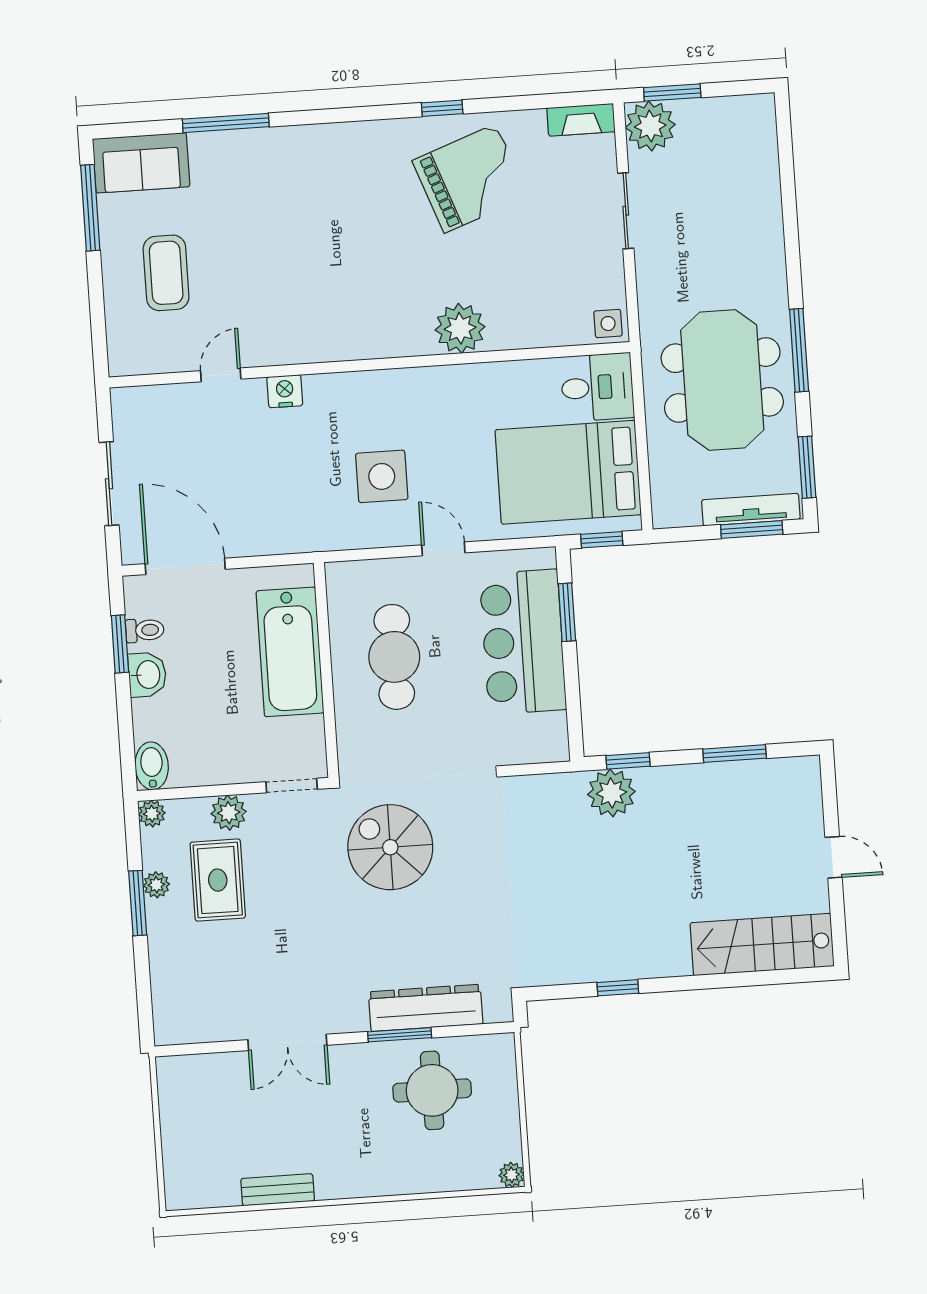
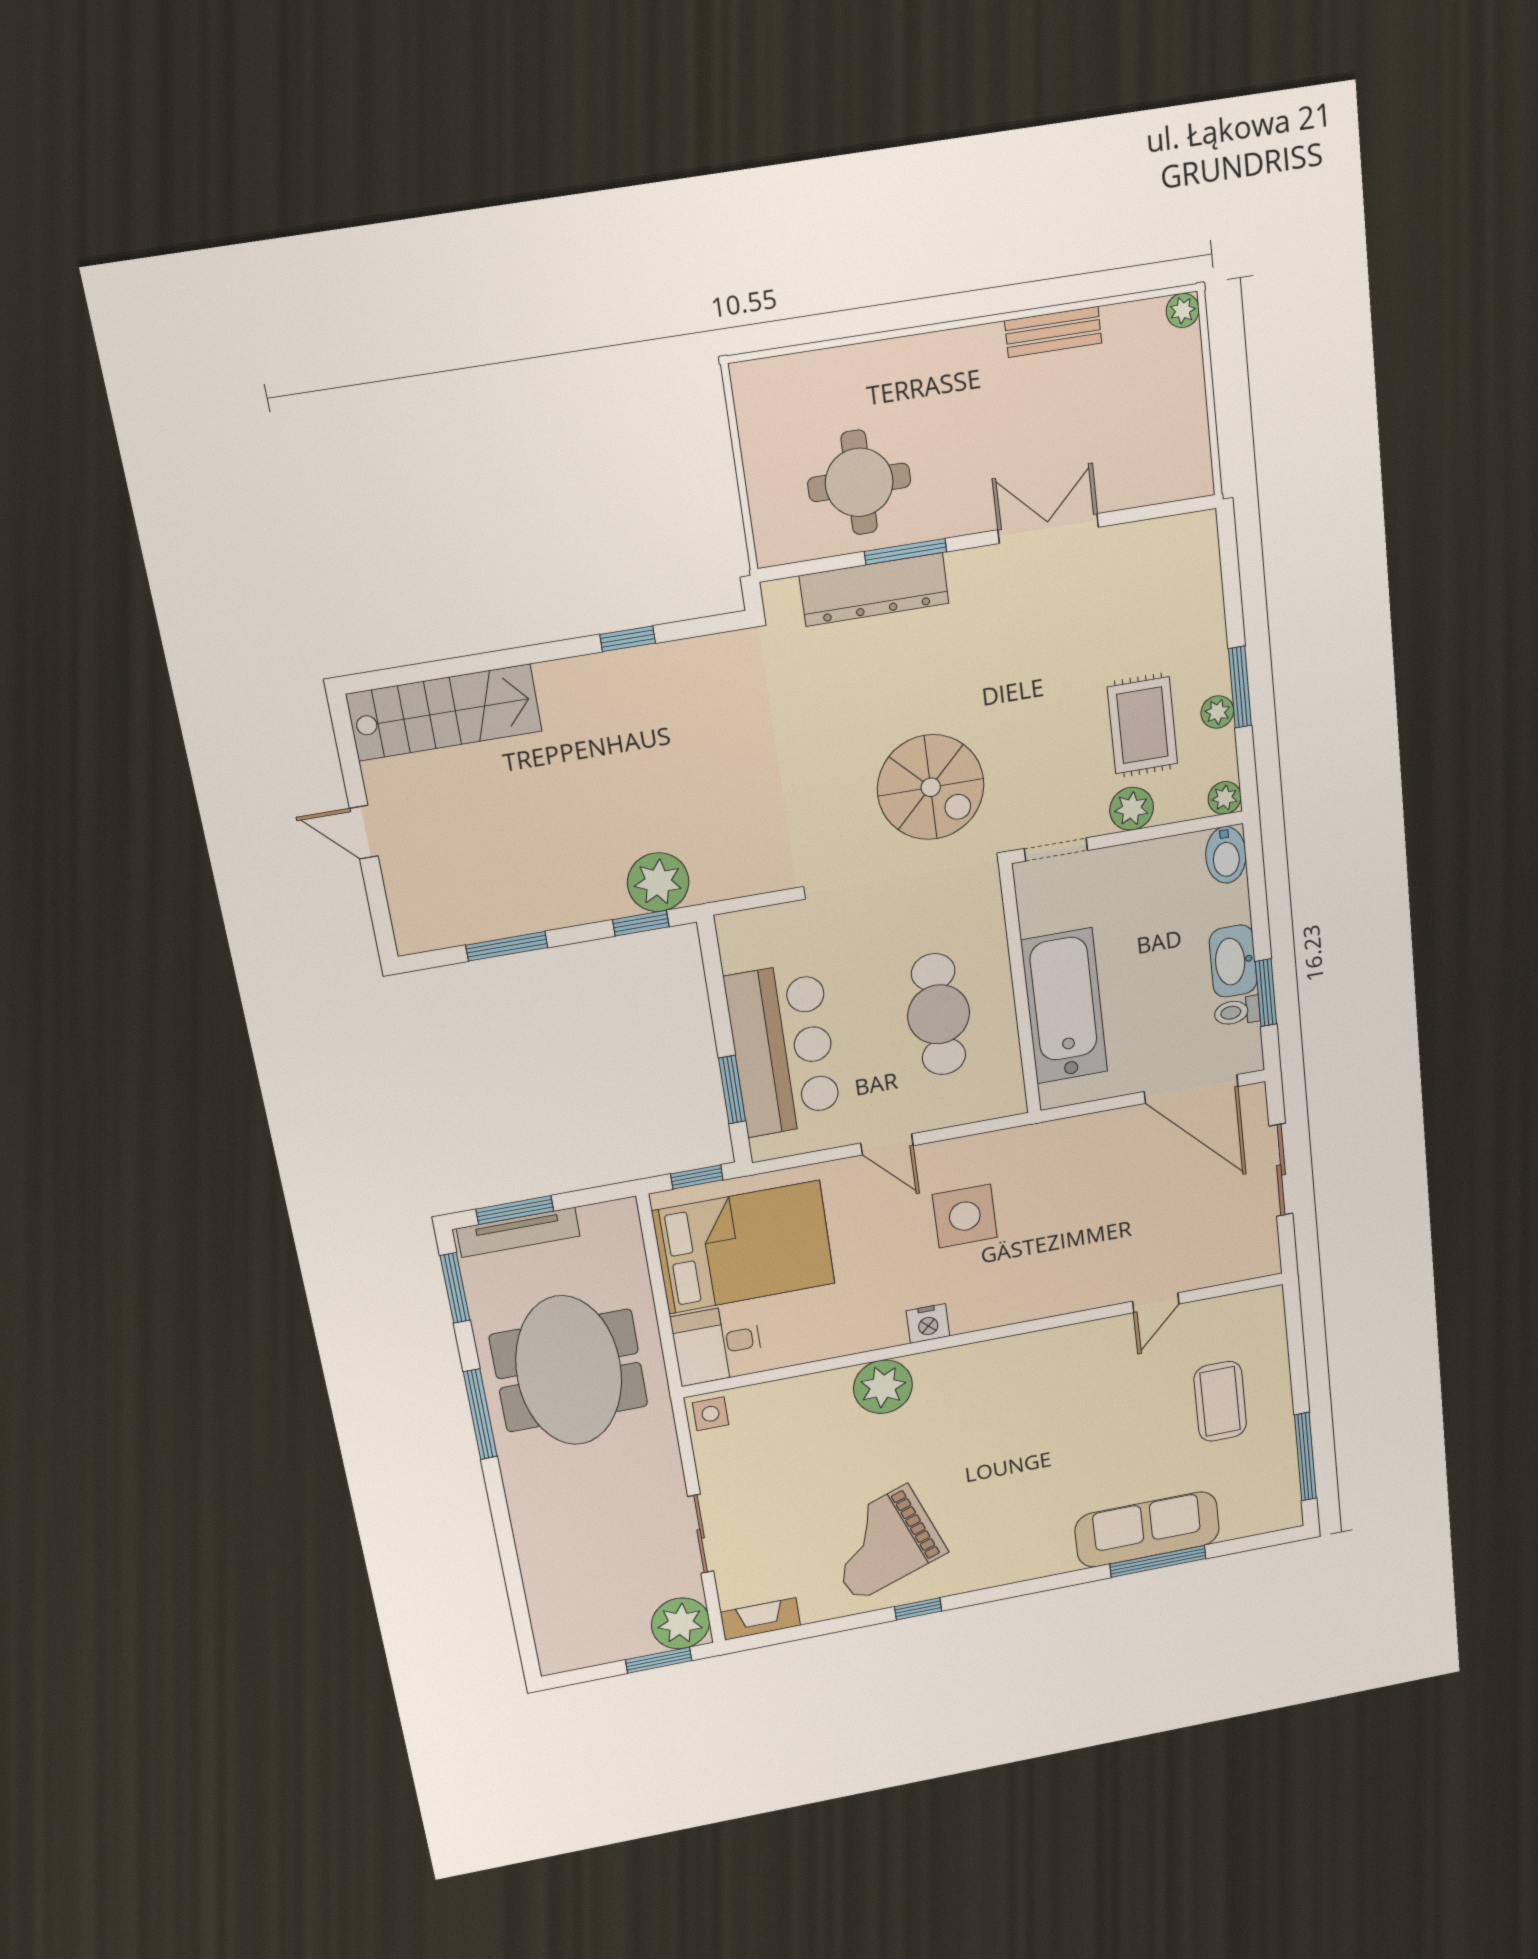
sofa: (141, 163) -> (1147, 1529), moved, width x1.36
nightstand: (285, 391) -> (928, 1323), moved
washbasin: (147, 675) -> (1233, 961), width x1.38
plant: (512, 1175) -> (1183, 310), moved

